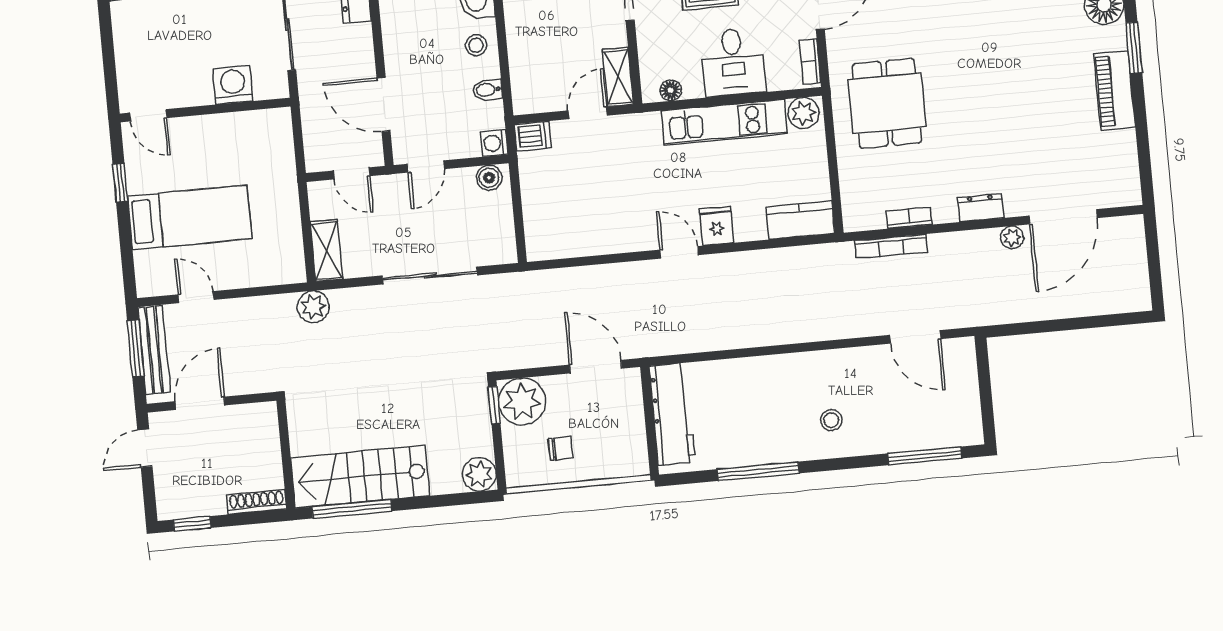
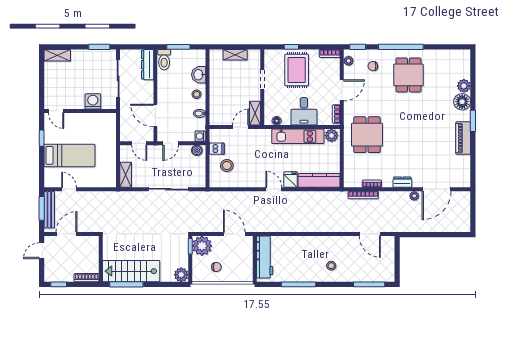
dishwasher: (533, 136) -> (217, 149), moved
stool: (563, 207) -> (227, 165), added
kitchen counter: (800, 220) -> (319, 180), width x1.50
plant: (313, 307) -> (118, 198), removed

